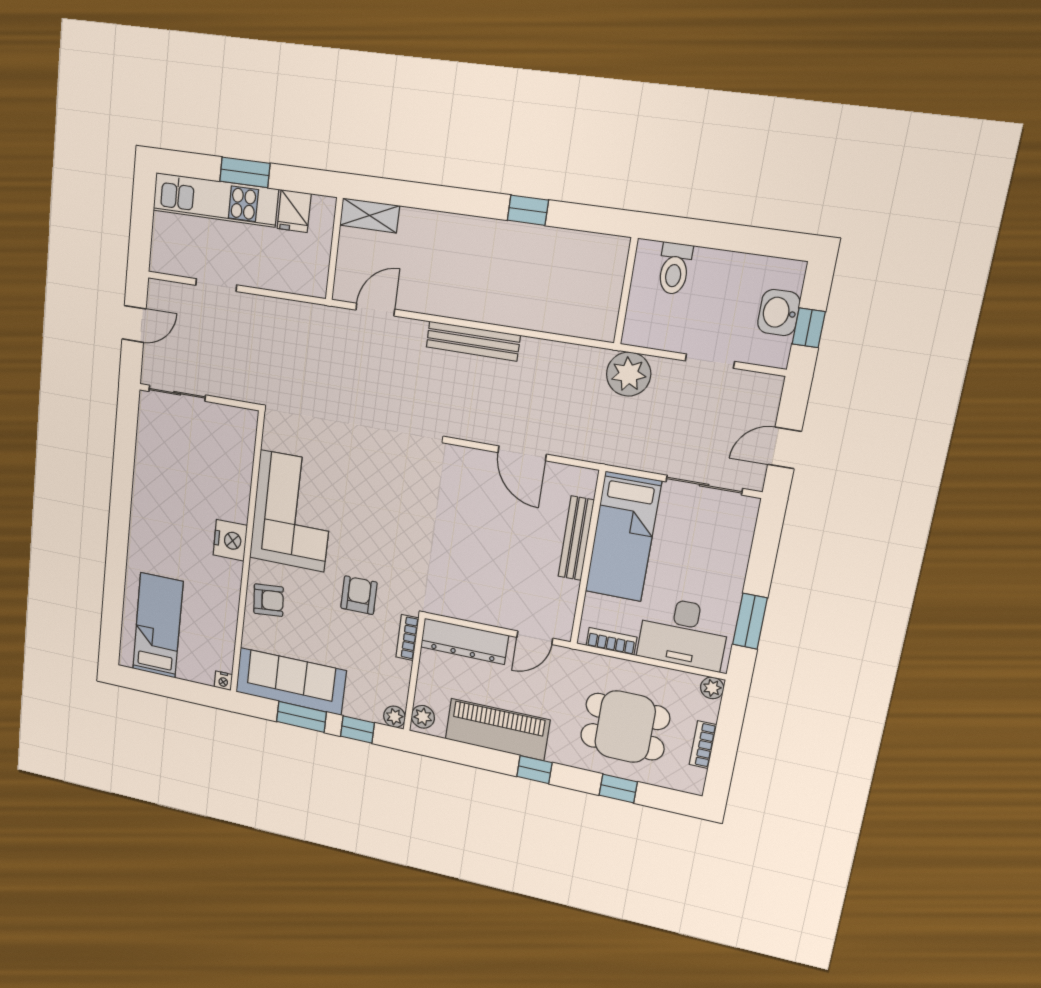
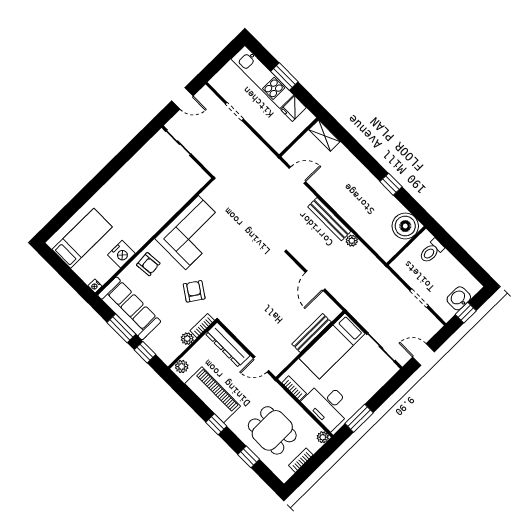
boiler: (601, 260) -> (405, 226), added
plant: (629, 374) -> (352, 241), moved, width x0.53, depth x0.53
nightstand: (230, 540) -> (121, 254), moved
armchair: (359, 595) -> (194, 291), turned -56
plant: (395, 717) -> (187, 339), moved

